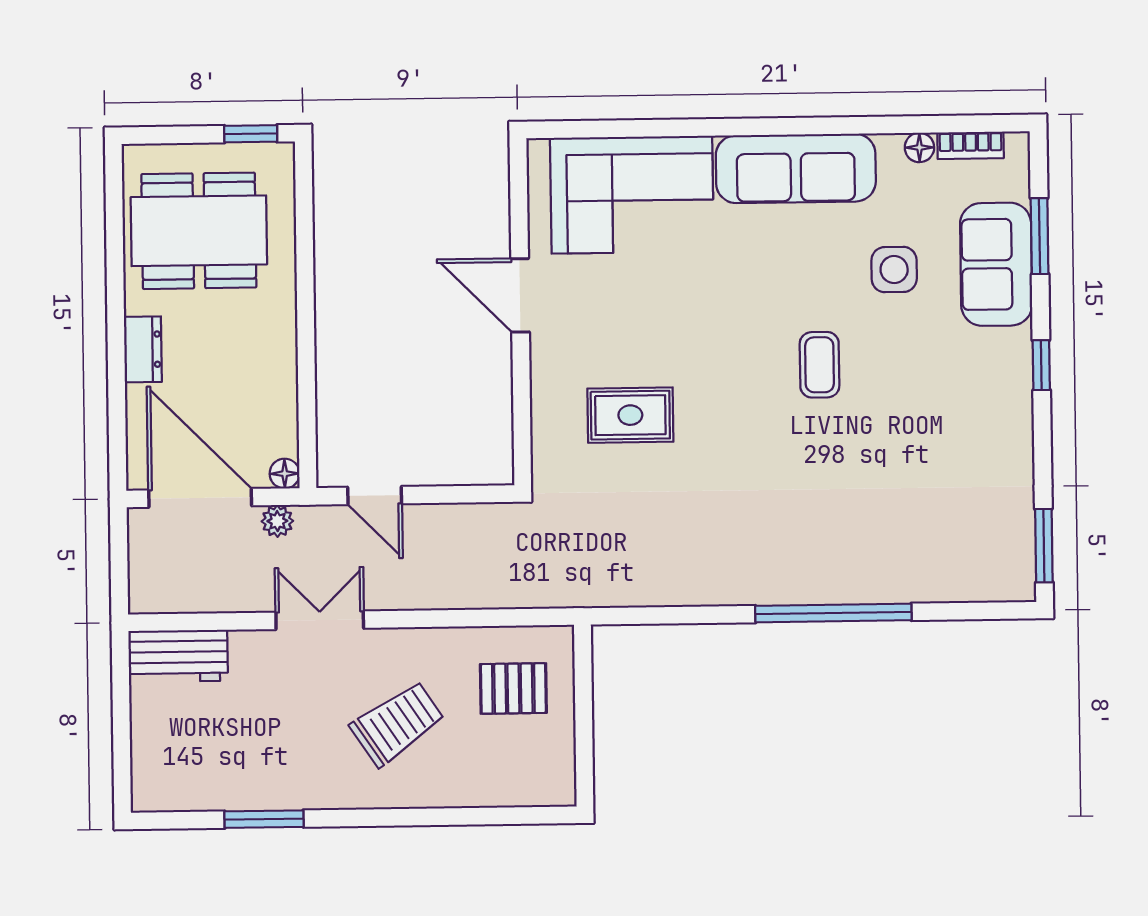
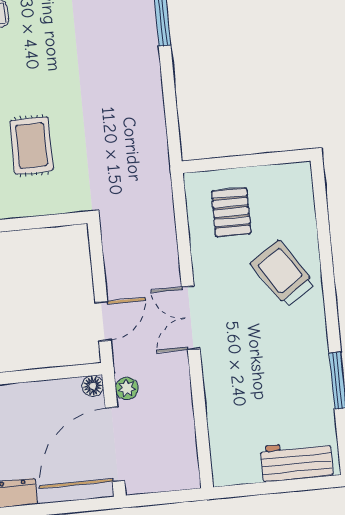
double door: (320, 620) -> (191, 318), moved
workbench: (178, 656) -> (297, 461), moved, turned -90
trolley: (397, 724) -> (283, 274), moved

